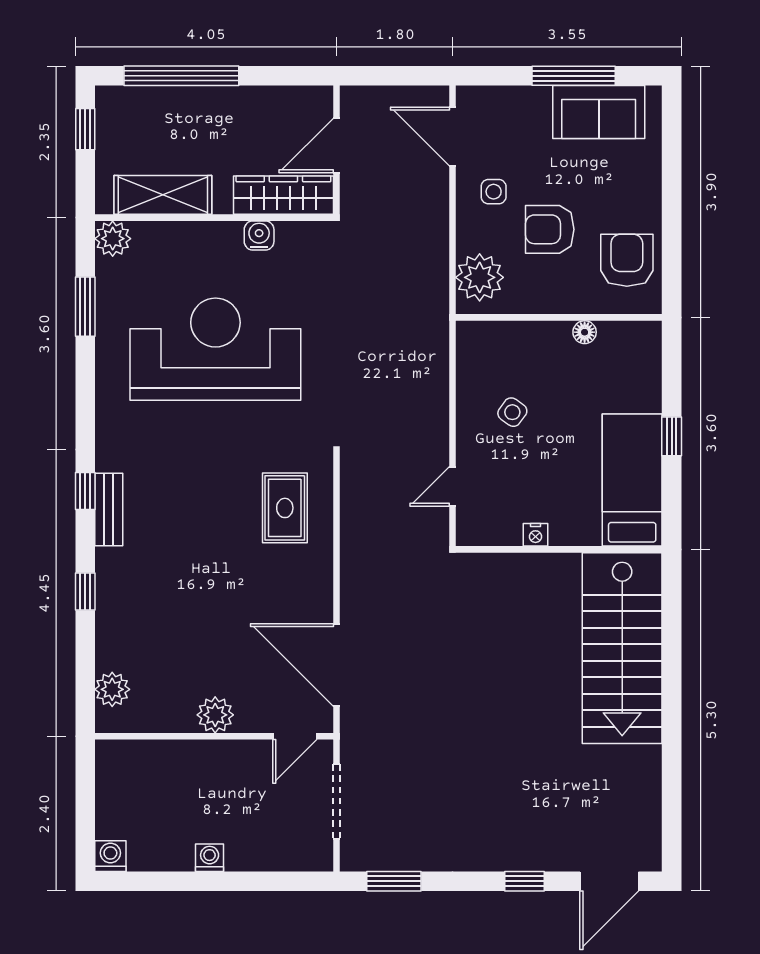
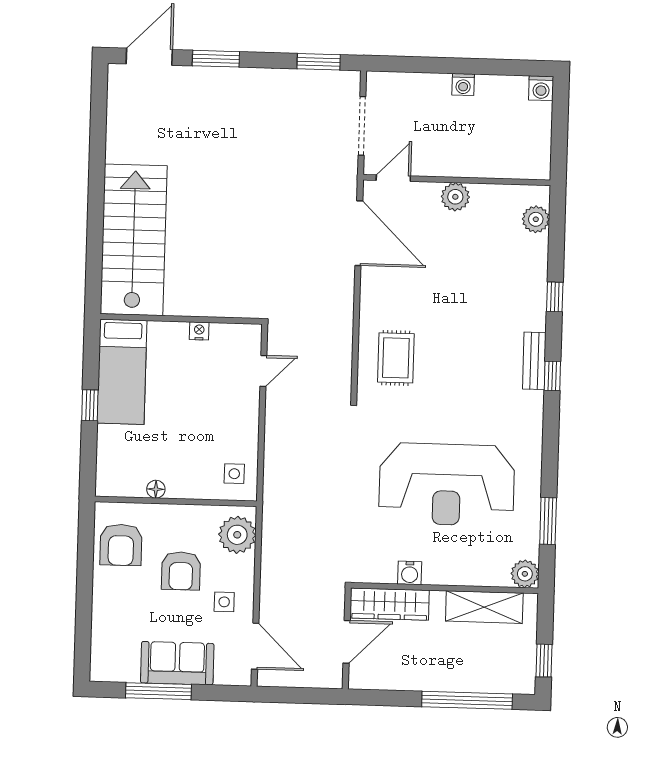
sofa: (599, 112) -> (177, 663), moved
armchair: (550, 229) -> (181, 571), turned 90
side table: (512, 412) -> (234, 474), moved, turned -36
window: (525, 881) -> (216, 59), width x1.50

